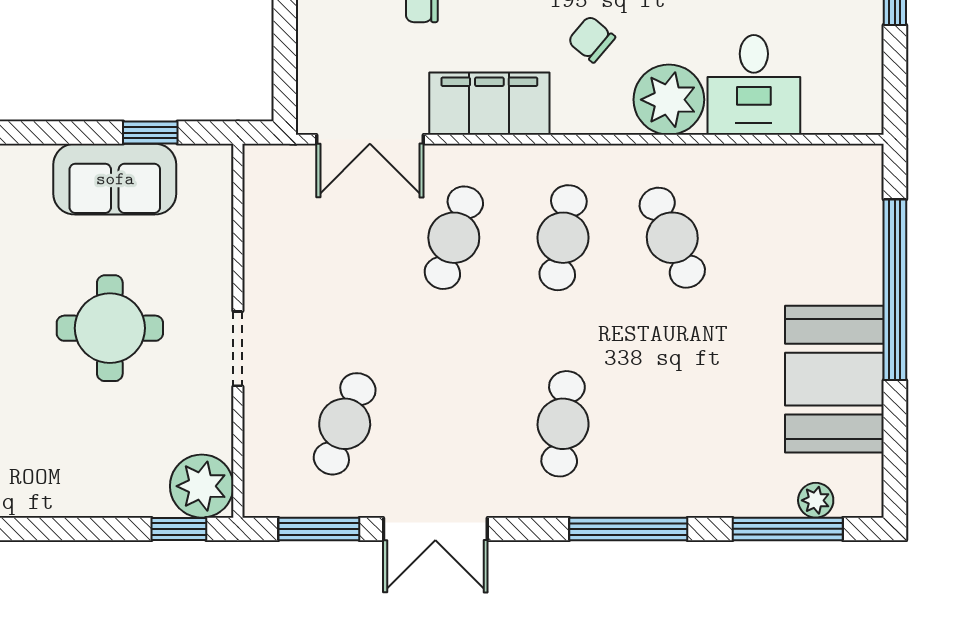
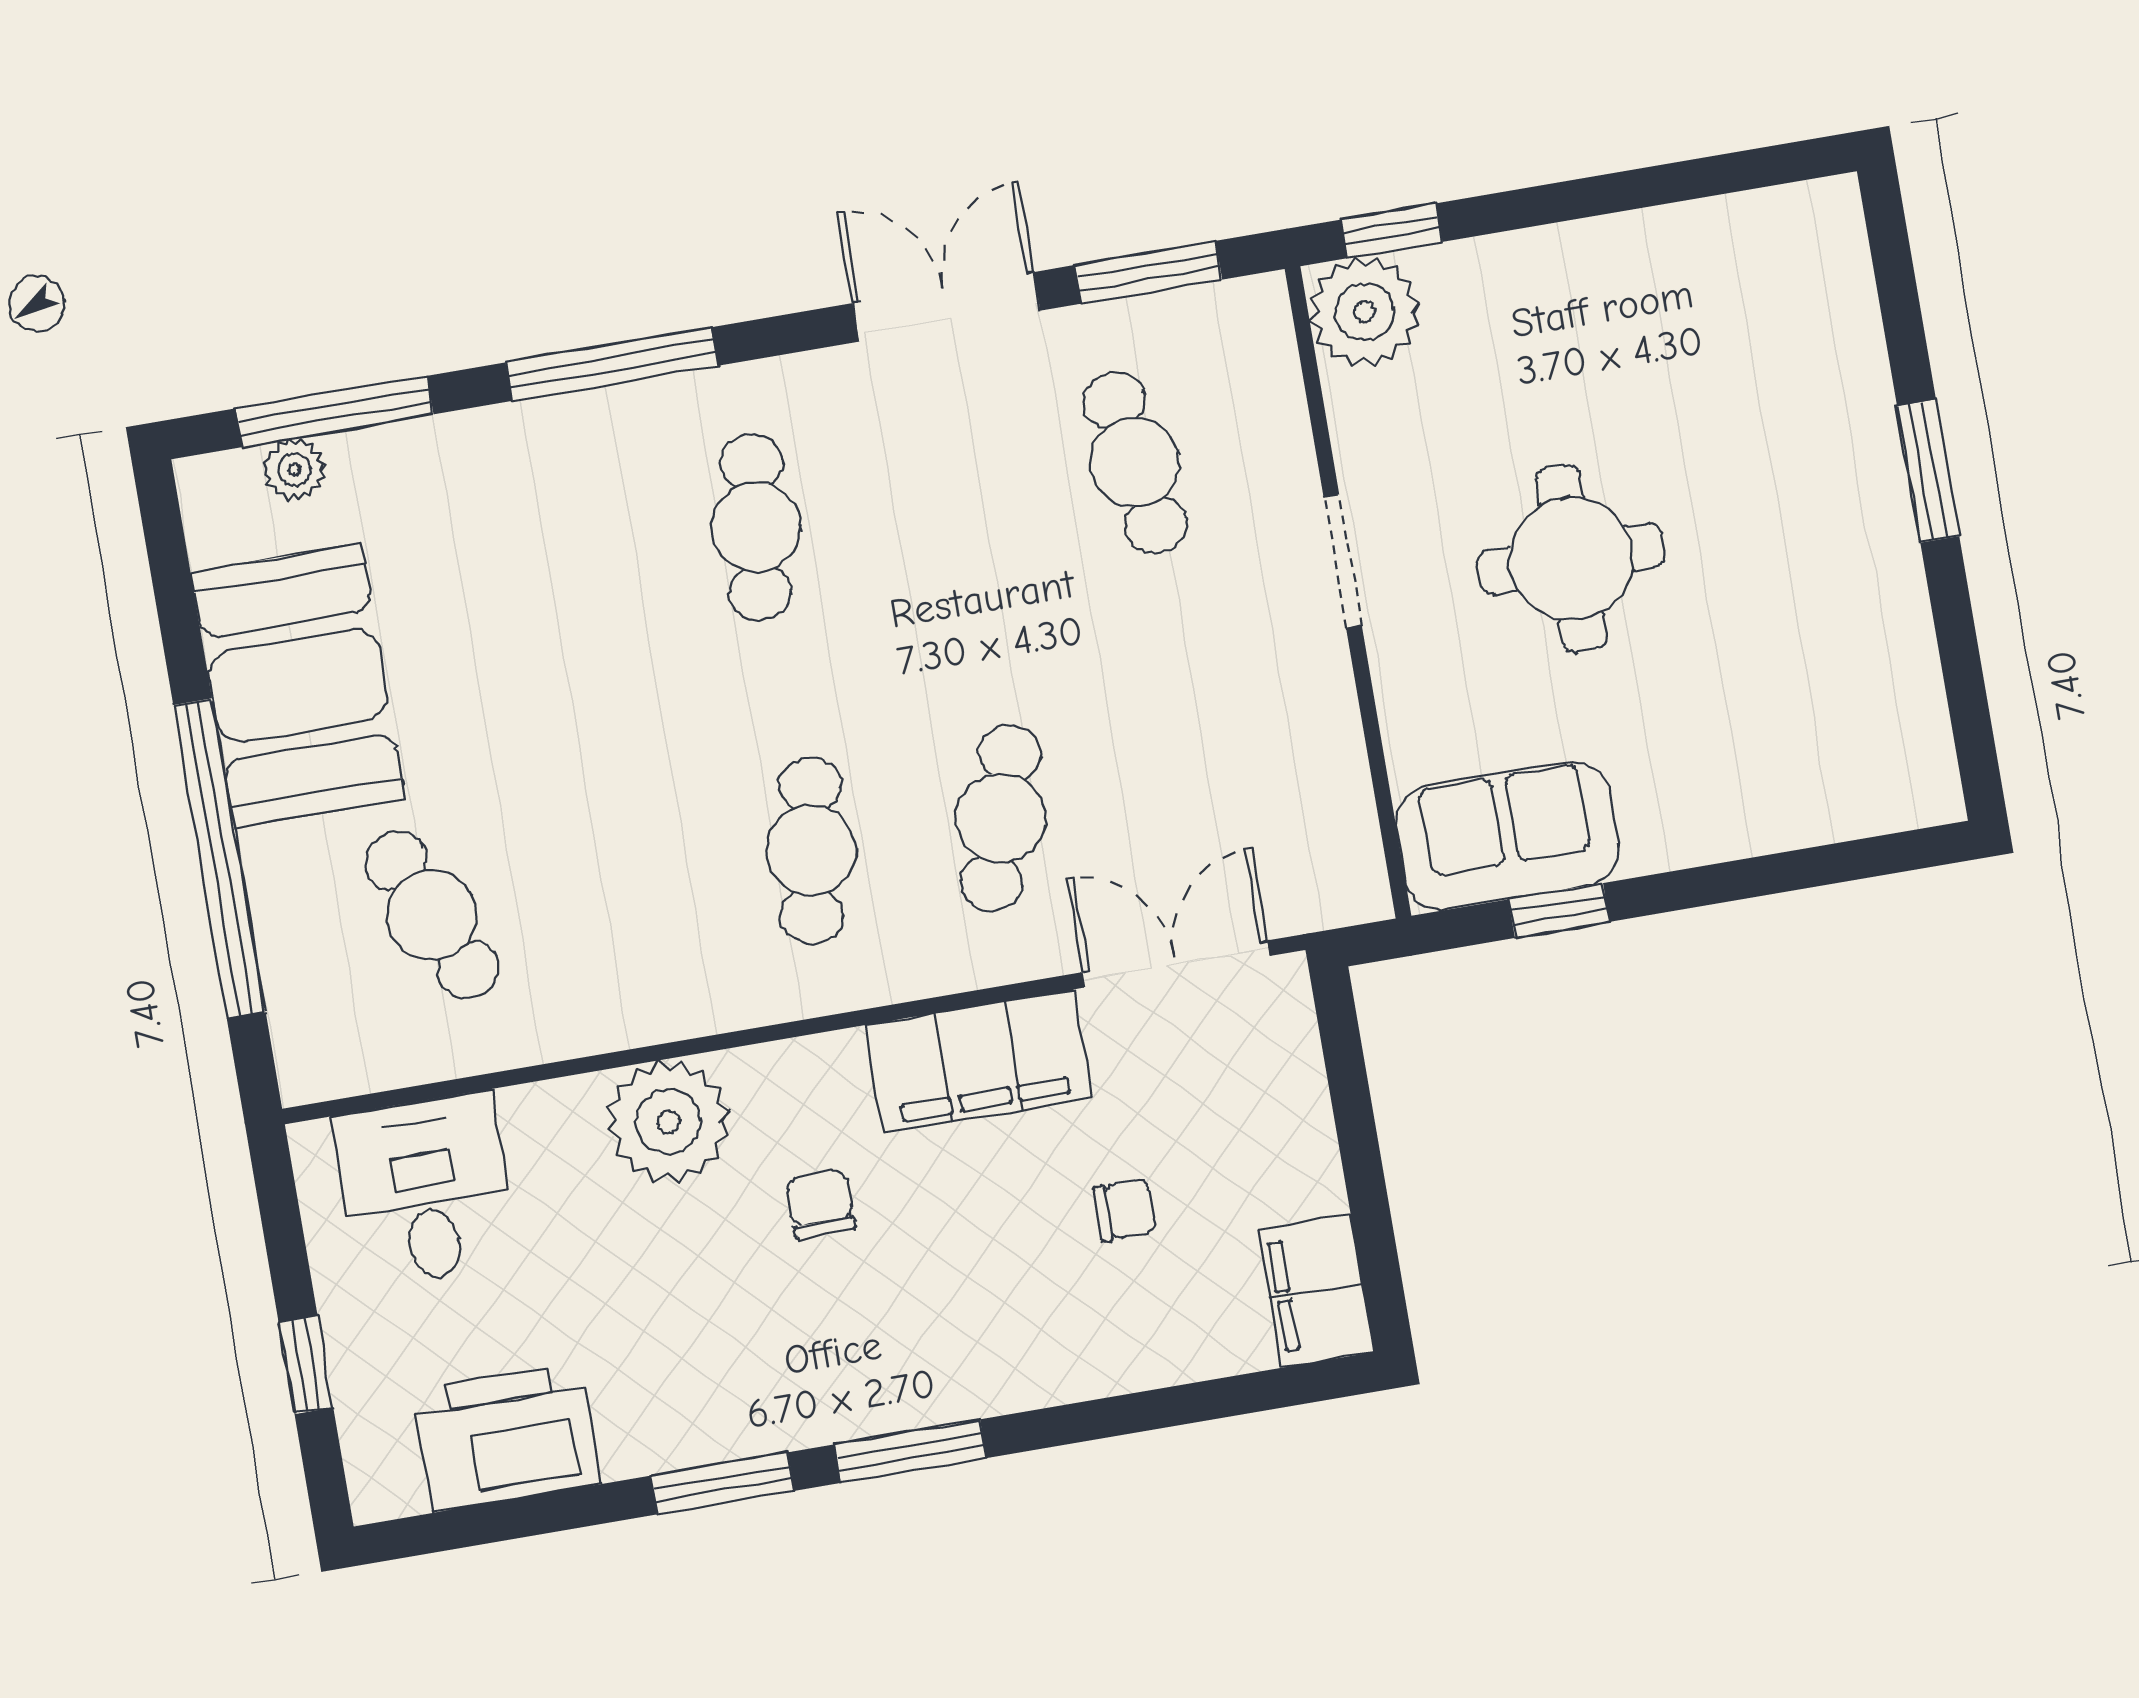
chair: (591, 39) -> (821, 1204), turned -130
desk: (754, 85) -> (425, 1190), moved
sofa: (115, 179) -> (1507, 836), moved
cafe table: (672, 238) -> (432, 915), moved
cafe table: (345, 424) -> (1135, 463), turned -30

